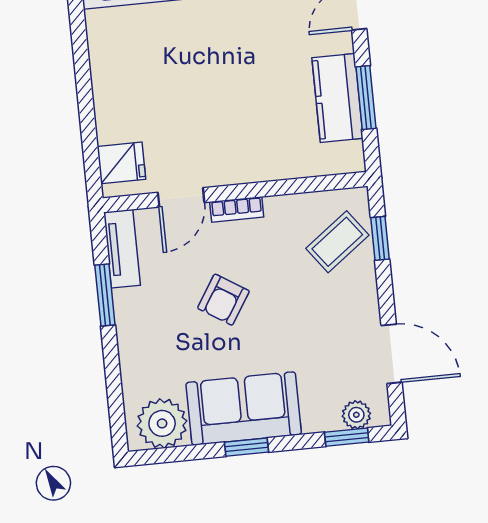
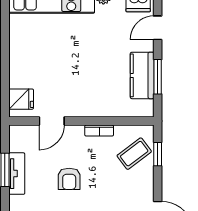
bookcase: (237, 209) -> (99, 131), moved
tv unit: (122, 249) -> (17, 174), moved
armchair: (223, 300) -> (69, 179), turned -32

